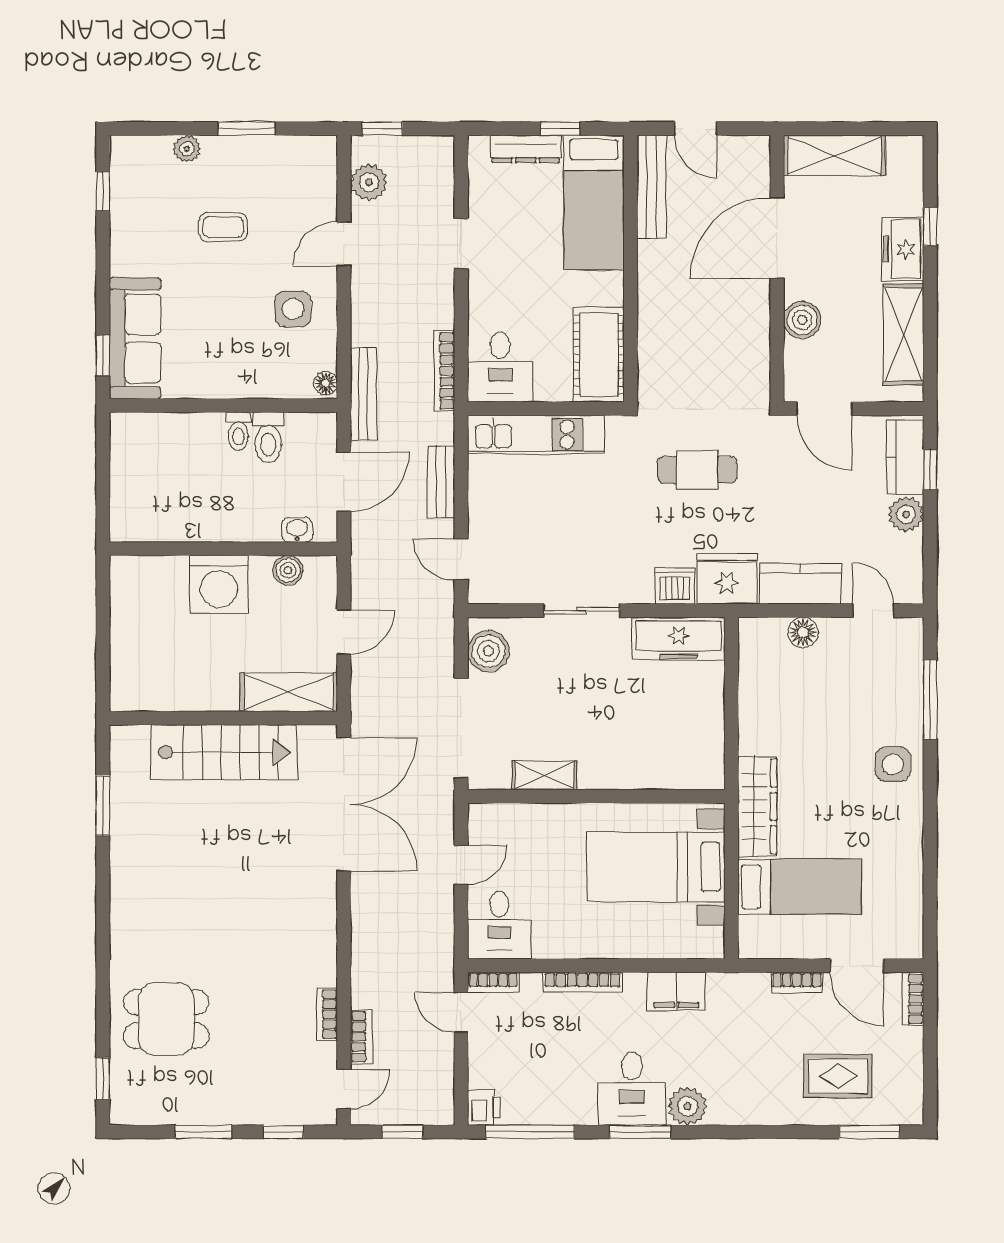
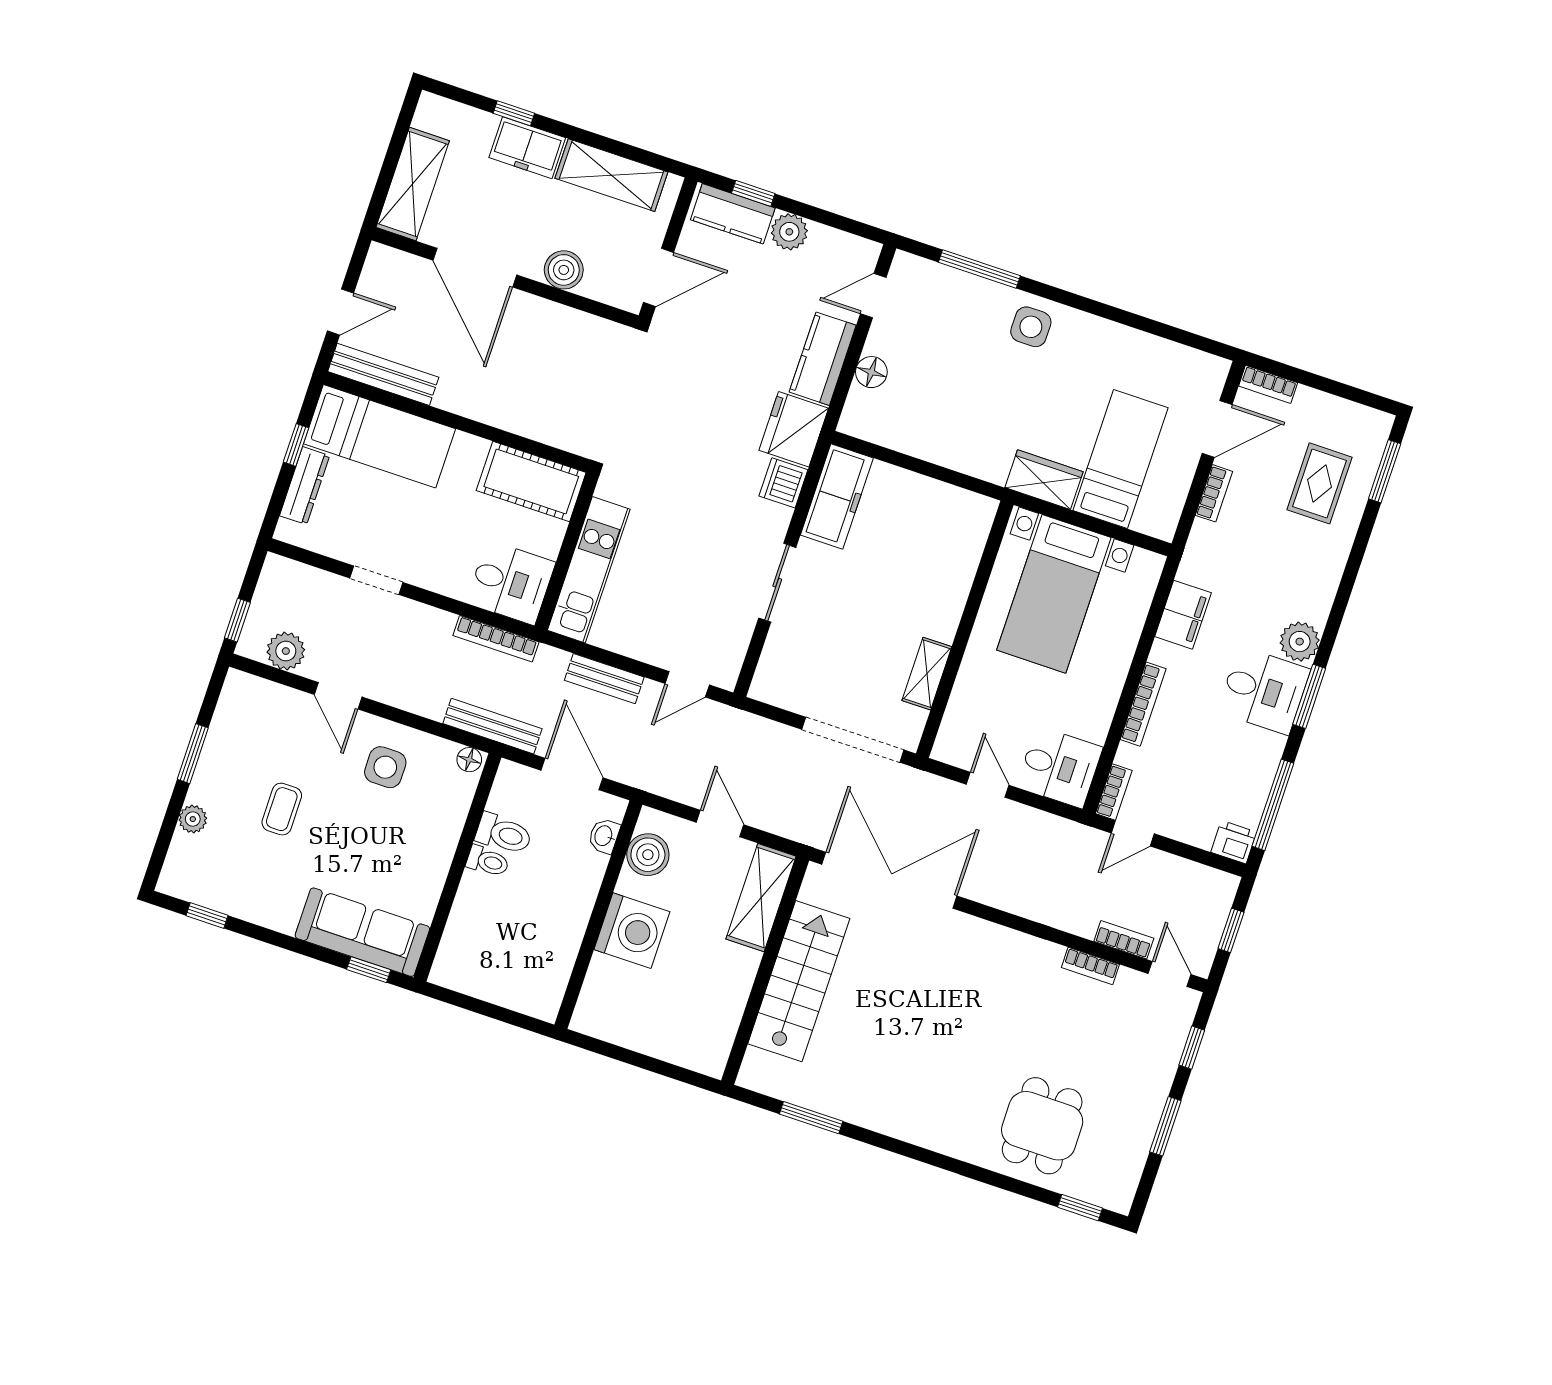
cafe table: (697, 470) -> (677, 423), removed
boiler: (288, 570) -> (648, 855), width x1.36, depth x1.36
boiler: (488, 651) -> (786, 688), removed
wardrobe: (757, 806) -> (1044, 480), width x0.67

